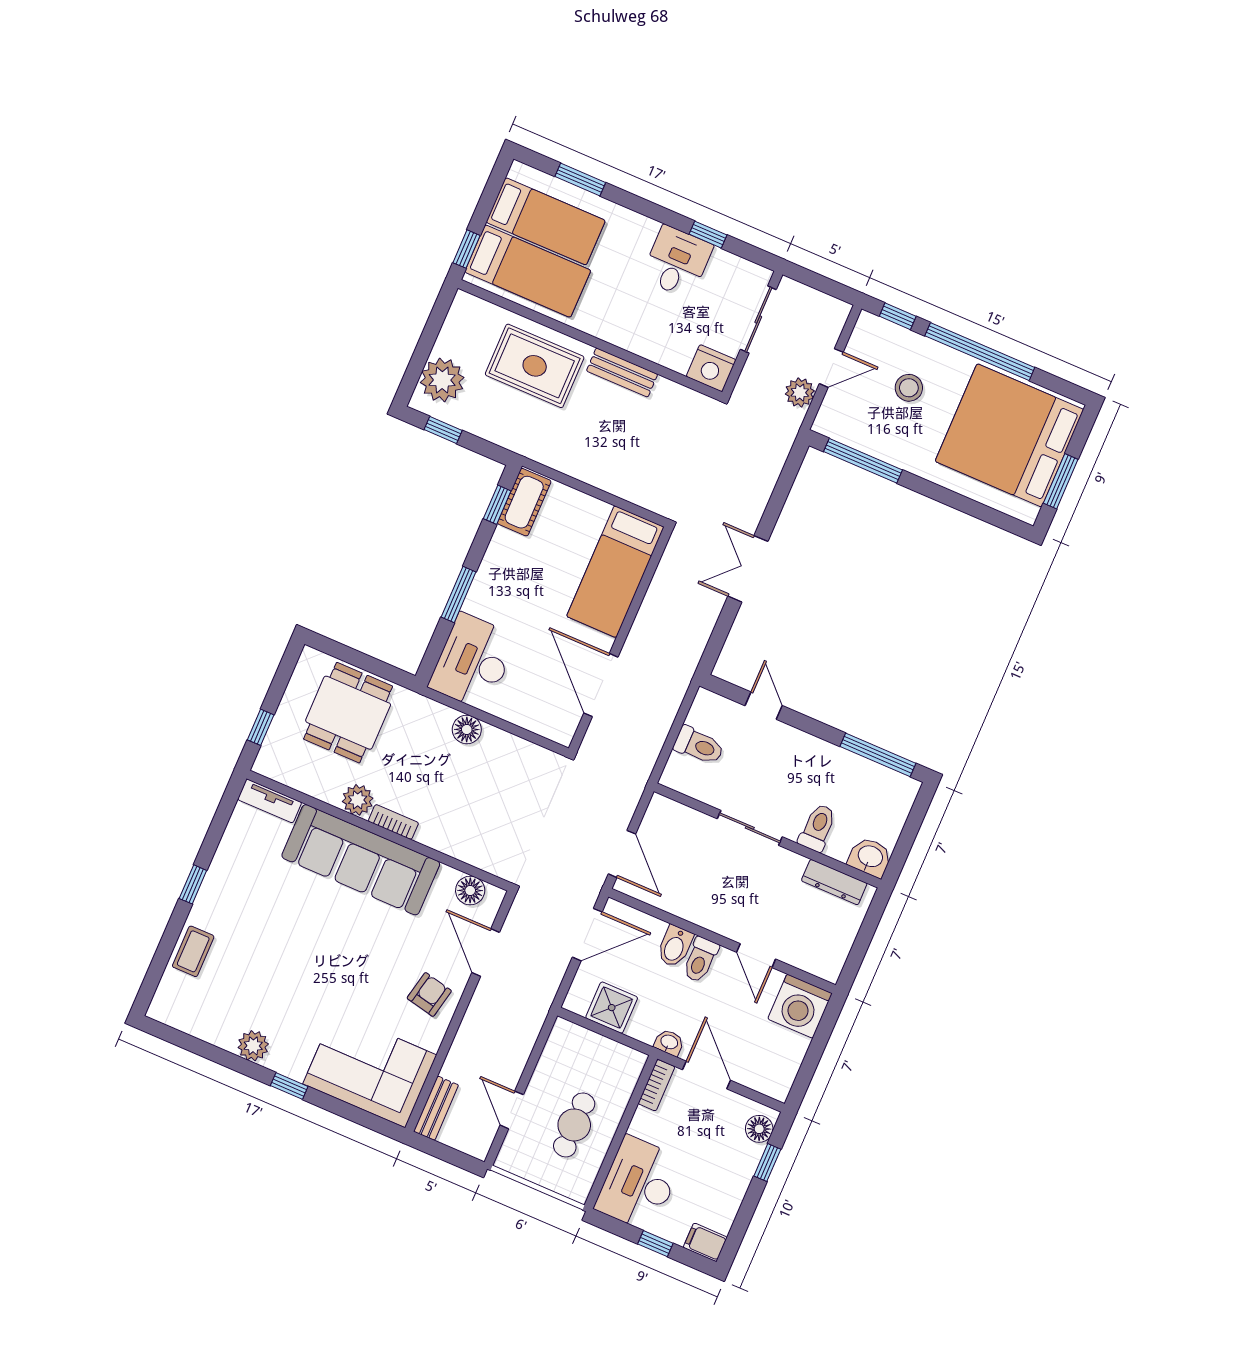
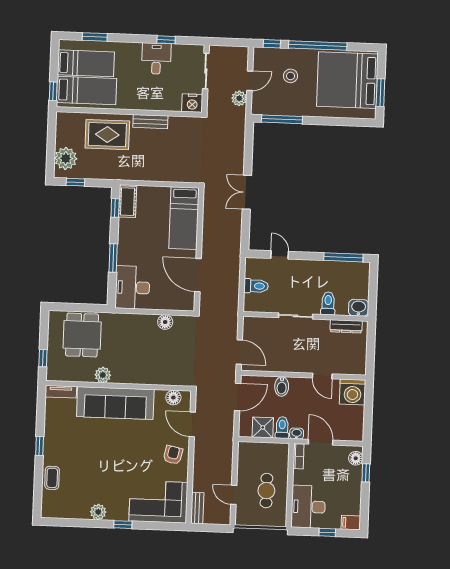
floor lamp: (467, 729) -> (165, 322), moved
bookcase: (393, 822) -> (124, 379), removed
toilet: (700, 960) -> (282, 428), moved, turned 180

